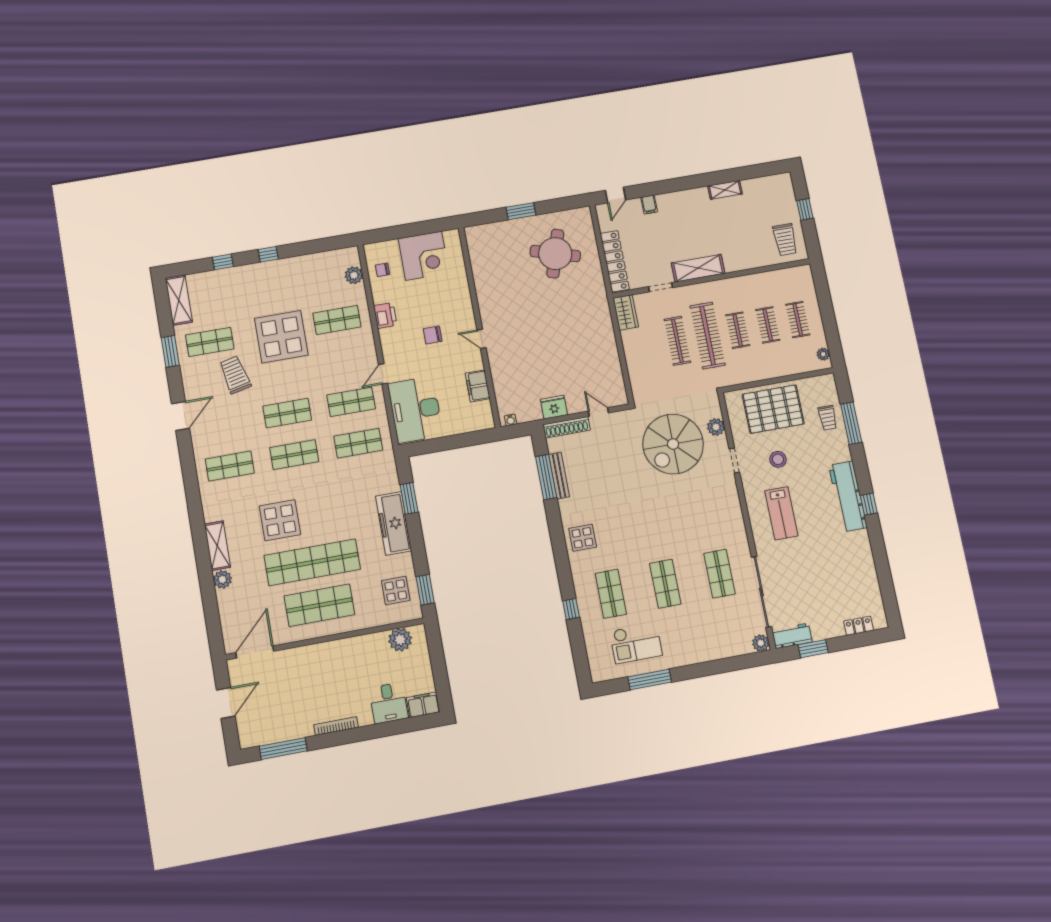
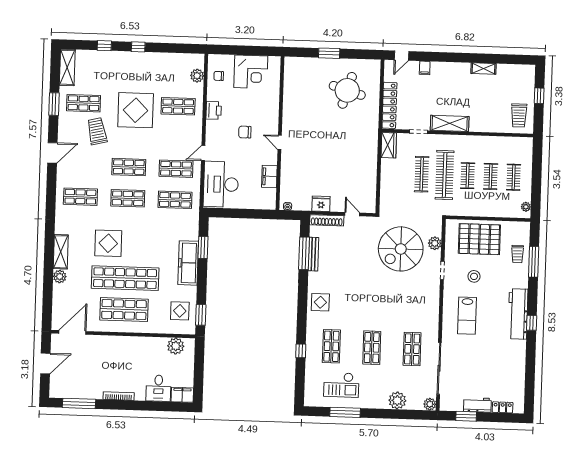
workbench: (792, 636) -> (477, 405), moved
plant: (716, 648) -> (397, 400), added

